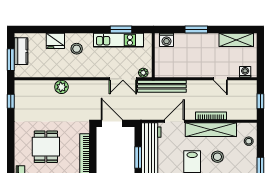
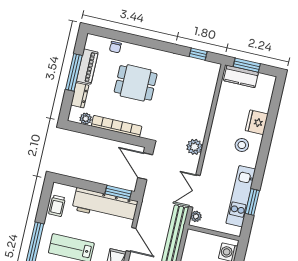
kitchen counter: (21, 51) -> (241, 76), moved
plant: (61, 87) -> (194, 147), moved
door: (112, 123) -> (145, 166), swing flipped
window: (138, 158) -> (118, 192), moved

